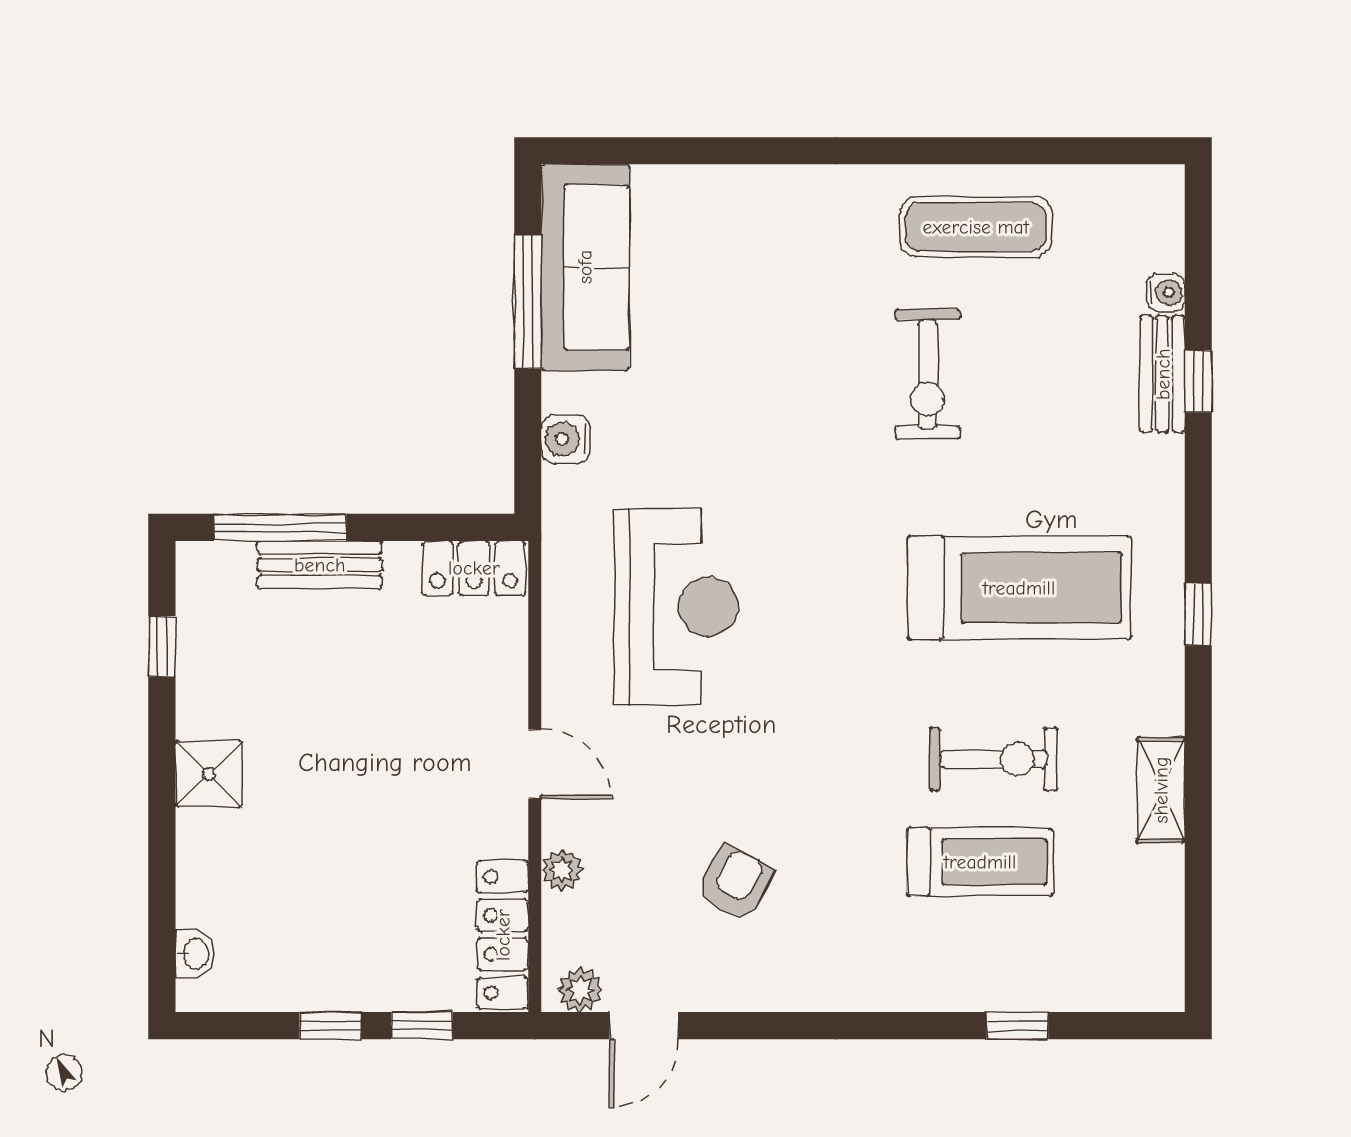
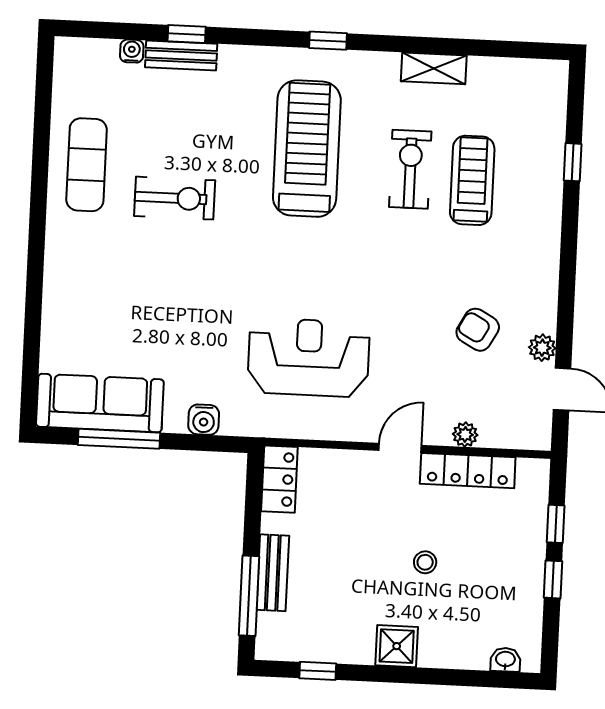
stool: (349, 814) -> (425, 562), added
locker: (503, 935) -> (468, 471), moved
plant: (580, 990) -> (542, 348), moved

